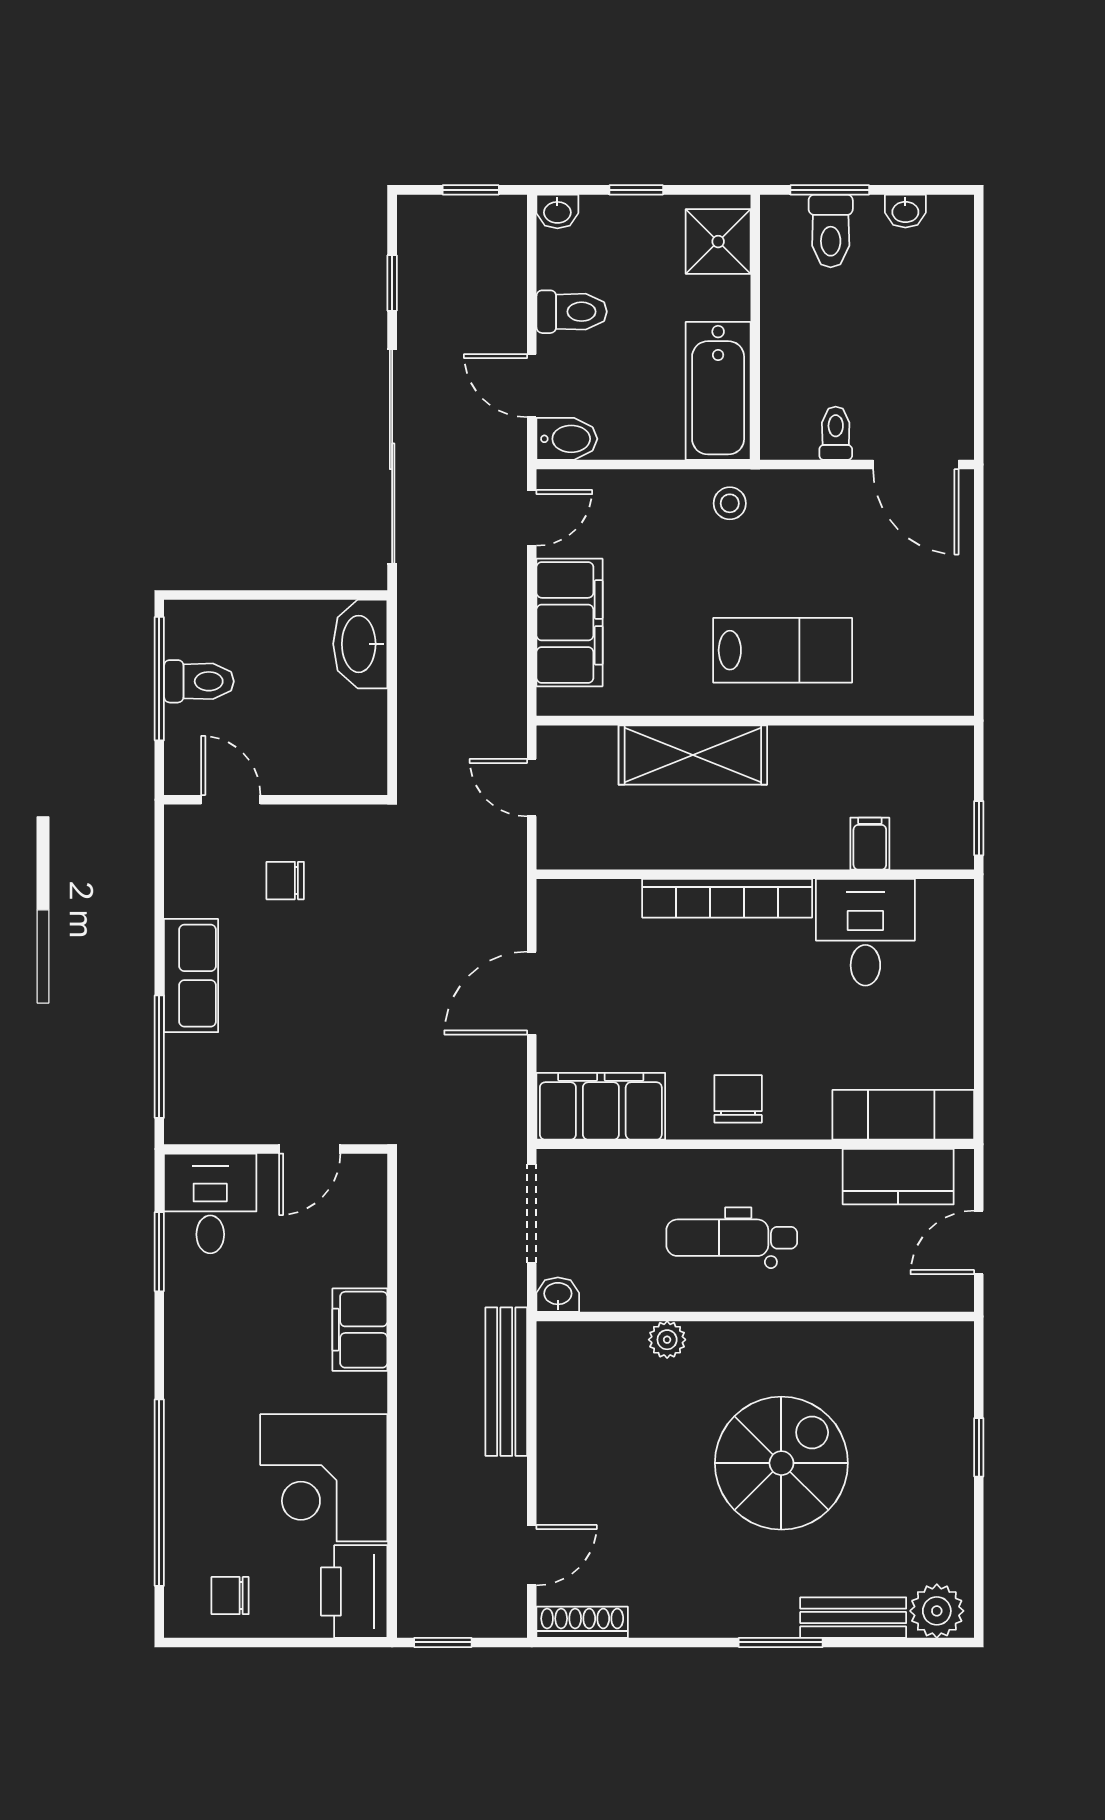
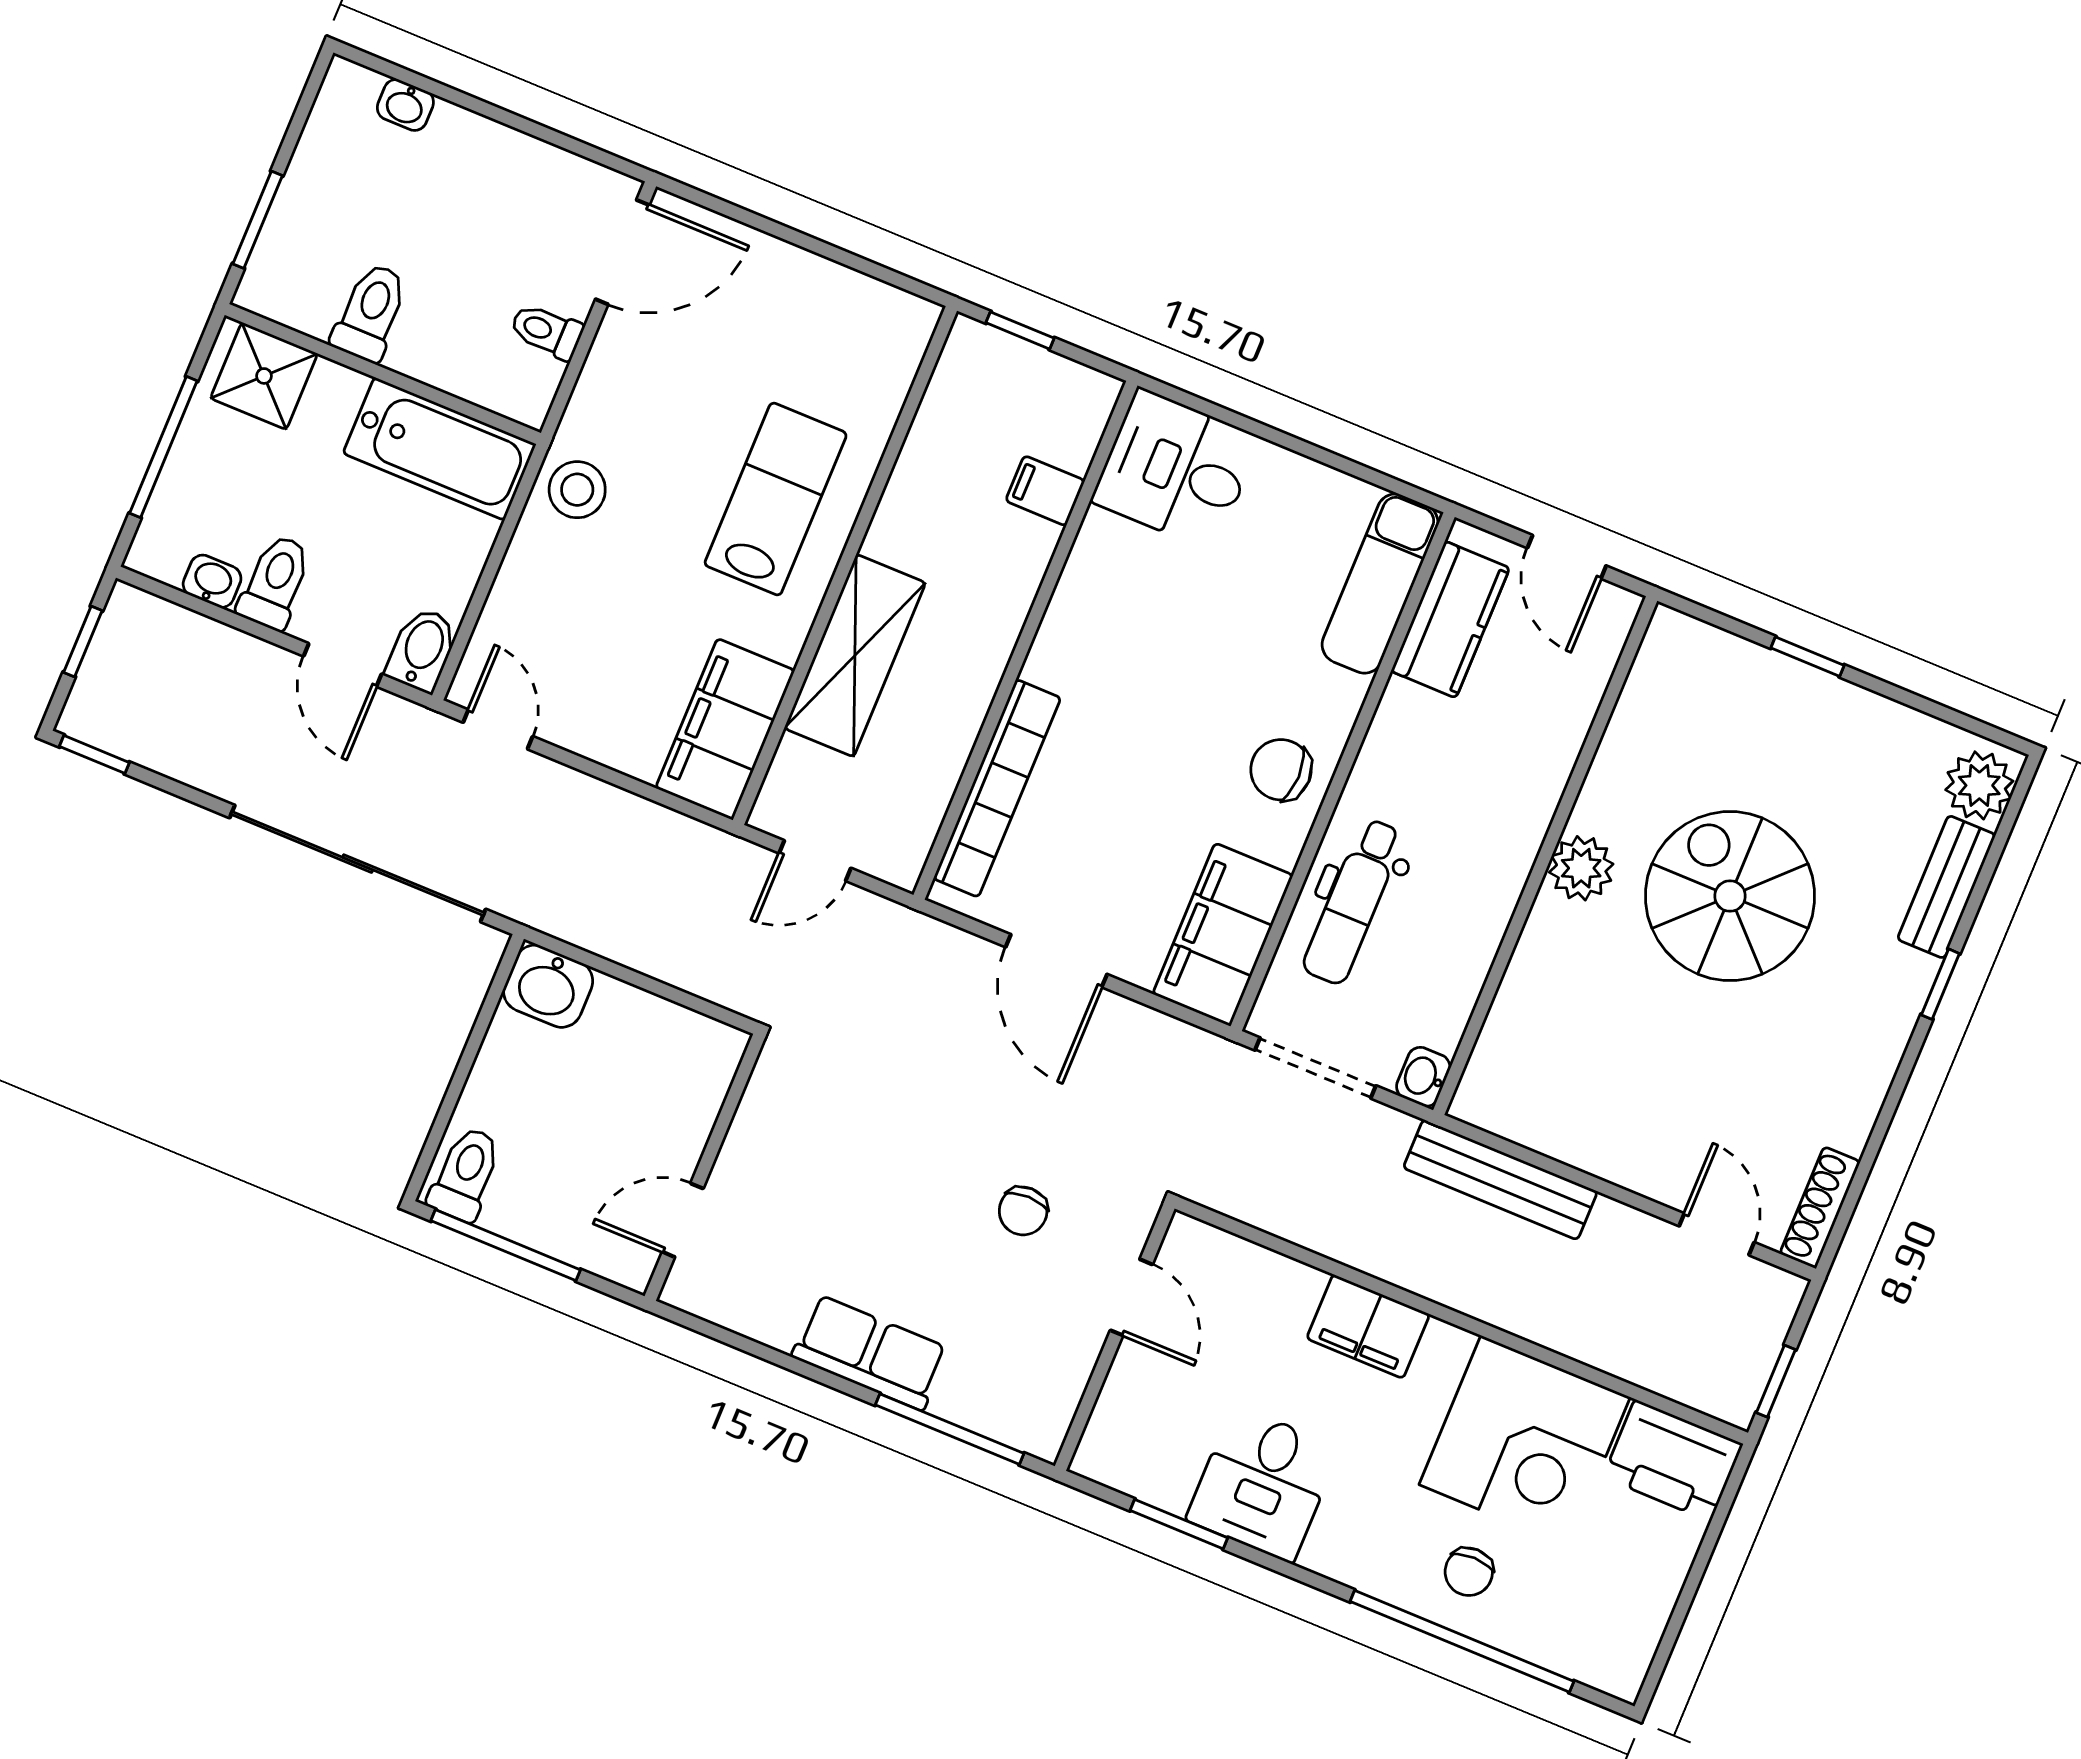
window: (636, 190) -> (163, 447), width x2.17
washbasin: (557, 211) -> (212, 581), moved, turned -90
washbasin: (905, 211) -> (405, 105), moved, turned 90
toilet: (831, 231) -> (370, 312), moved, turned -90
window: (392, 283) -> (94, 754), moved
door: (532, 386) -> (343, 665), hinge flipped
stool: (730, 503) -> (577, 490), width x1.37, depth x1.37
filing cabinet: (570, 622) -> (725, 729), moved, turned -90
washbasin: (360, 644) -> (548, 986), width x0.72
toilet: (199, 681) -> (465, 1174), moved
window: (979, 828) -> (1020, 330), moved
chair: (285, 881) -> (1023, 1211), moved
bookcase: (727, 898) -> (997, 788), moved
desk: (865, 932) -> (1176, 469), moved
desk: (210, 1203) -> (1263, 1484), moved, turned -90
dental chair: (732, 1238) -> (1353, 902), moved
plant: (667, 1340) -> (1581, 868), moved, width x1.38, depth x1.38
chair: (230, 1596) -> (1469, 1572), moved
window: (781, 1642) -> (1940, 984), width x0.67

